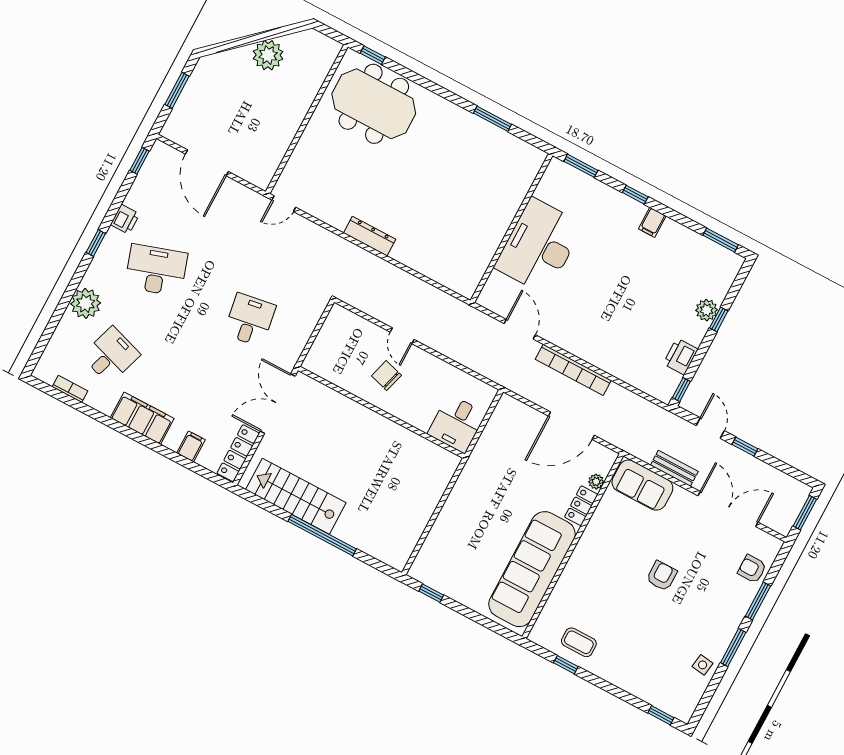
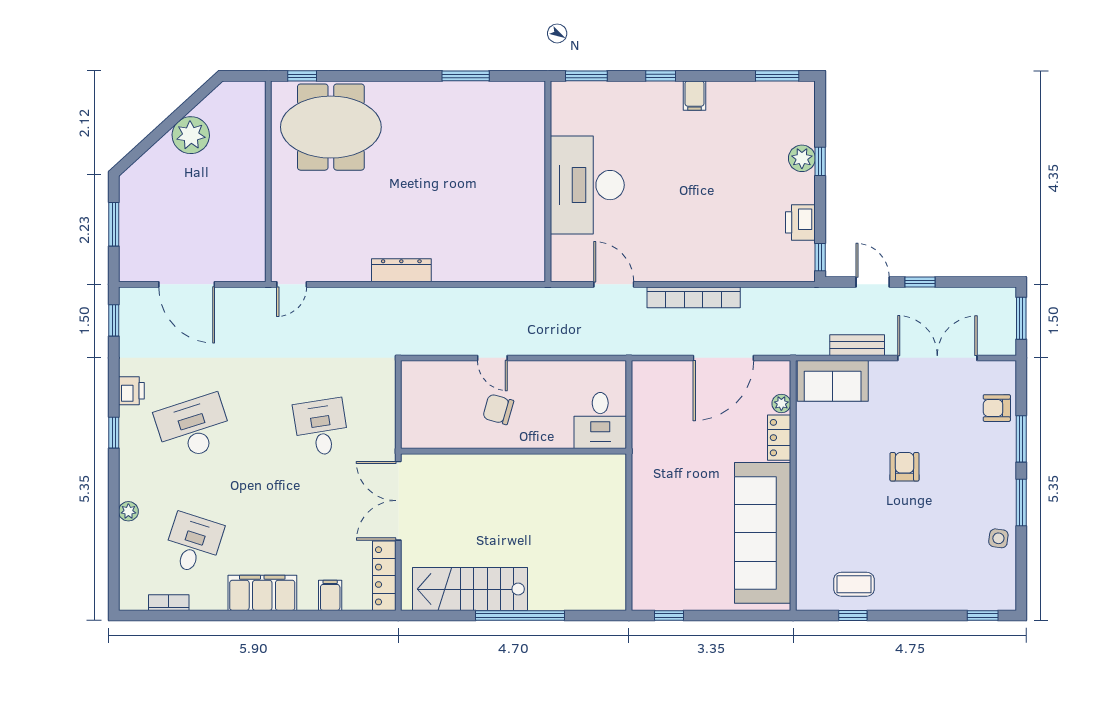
plant: (86, 303) -> (128, 511), width x0.53, depth x0.53

